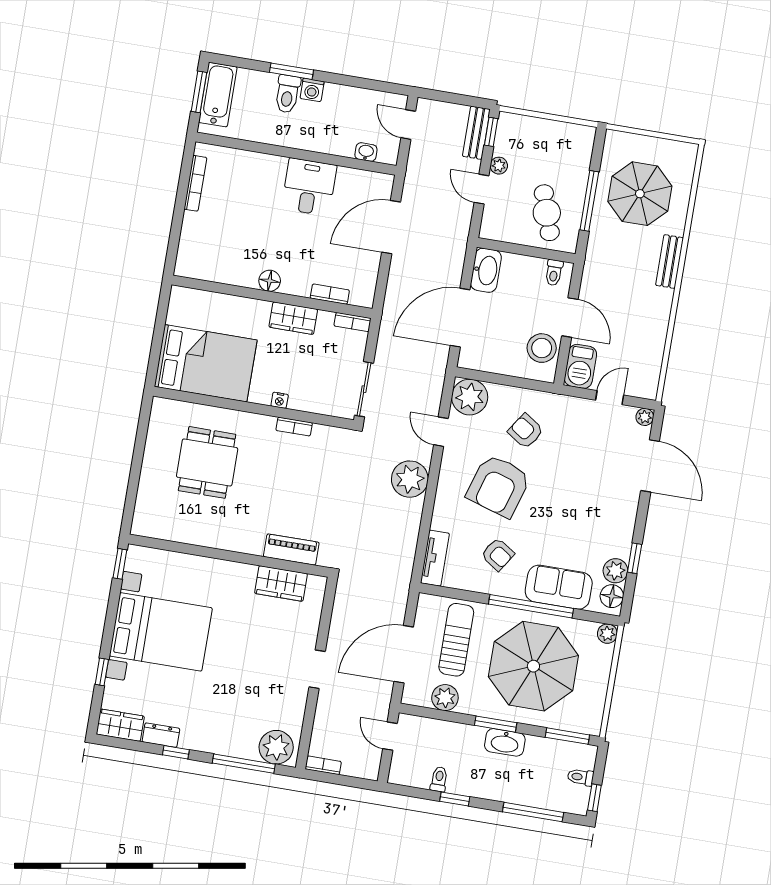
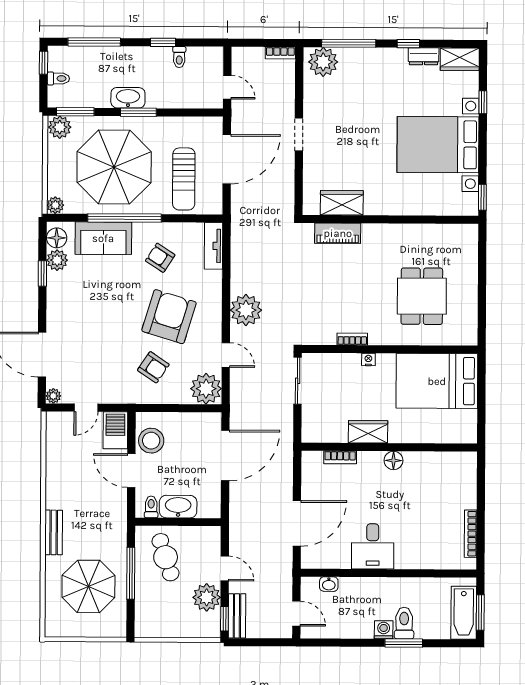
plant: (499, 166) -> (207, 597), width x1.87, depth x1.87
washbasin: (486, 270) -> (178, 507), moved, turned 90
bookcase: (353, 322) -> (317, 437), removed
plant: (445, 698) -> (60, 127), moved

